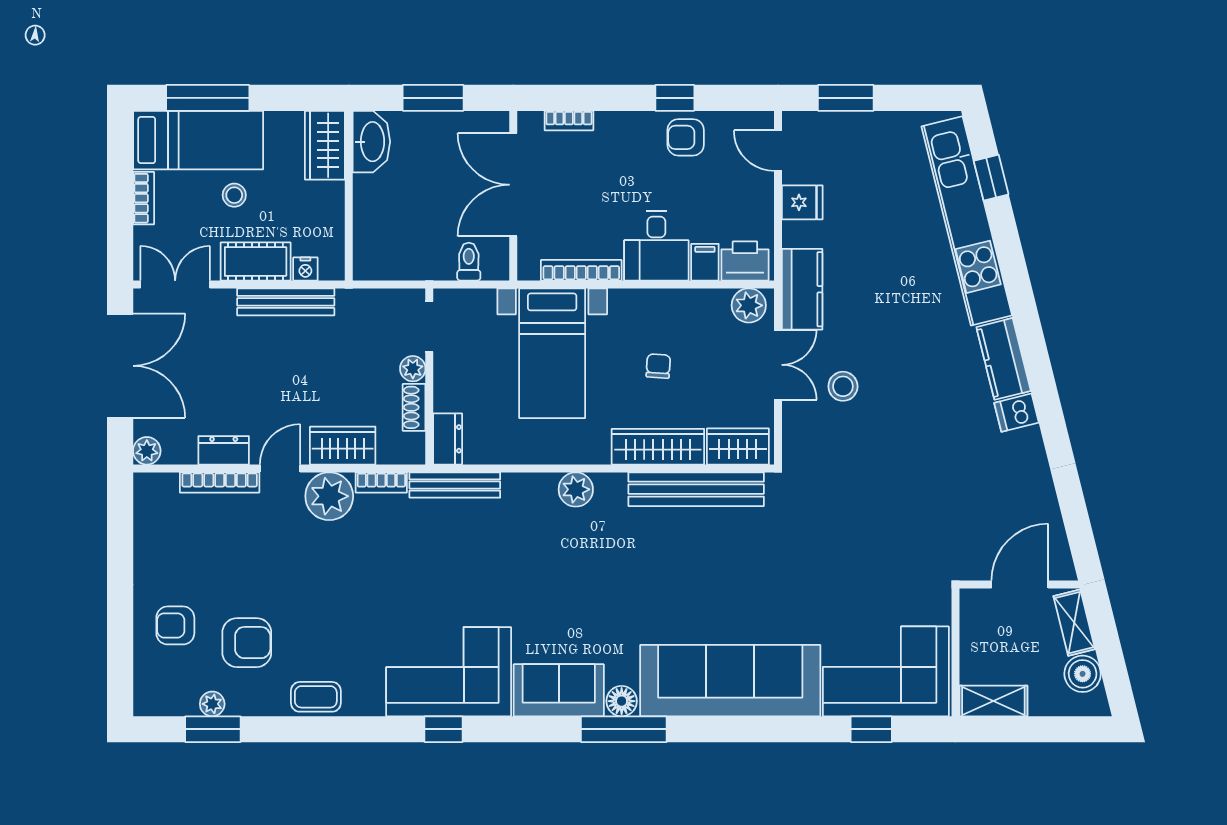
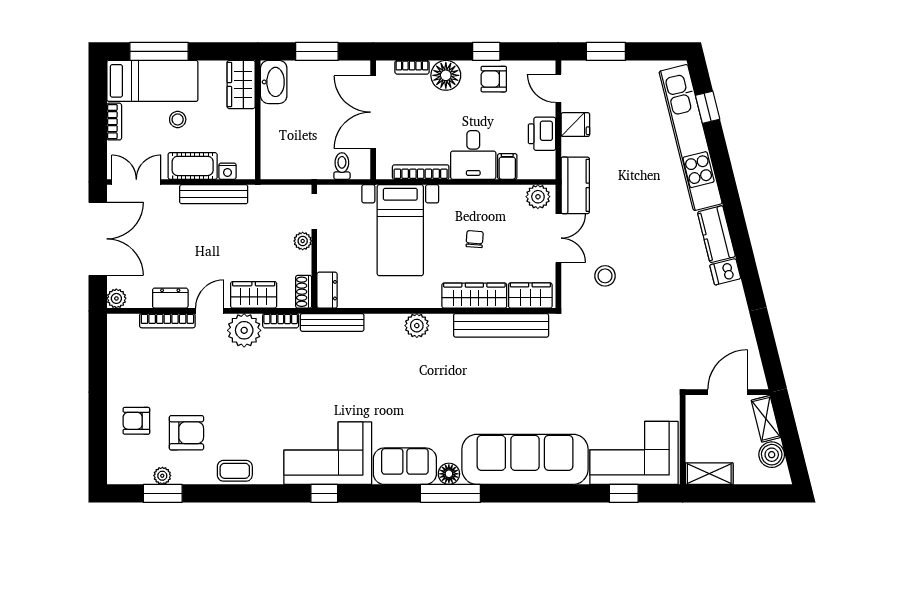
floor lamp: (617, 132) -> (446, 75), added
printer: (745, 261) -> (542, 134), moved, turned -90
stool: (843, 386) -> (605, 276), moved
shoe rack: (414, 407) -> (304, 292), moved

